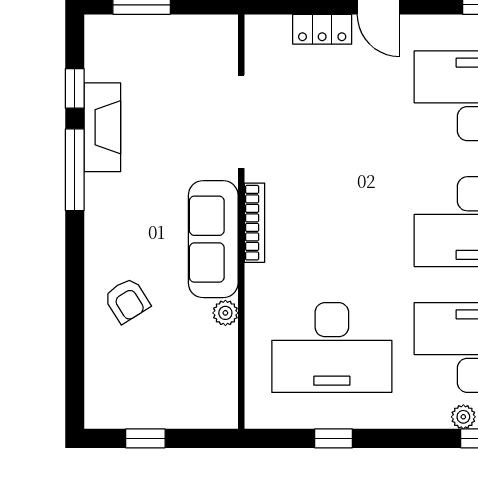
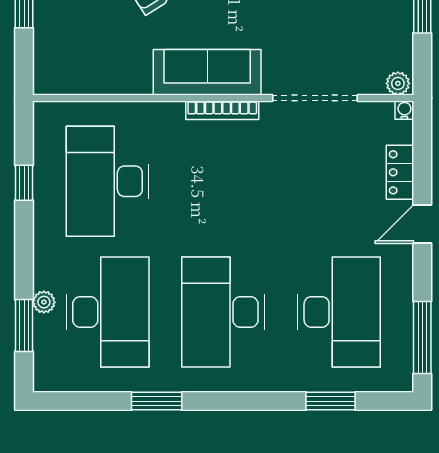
water cooler: (254, 24) -> (404, 110), added
plant: (225, 313) -> (398, 83), moved

